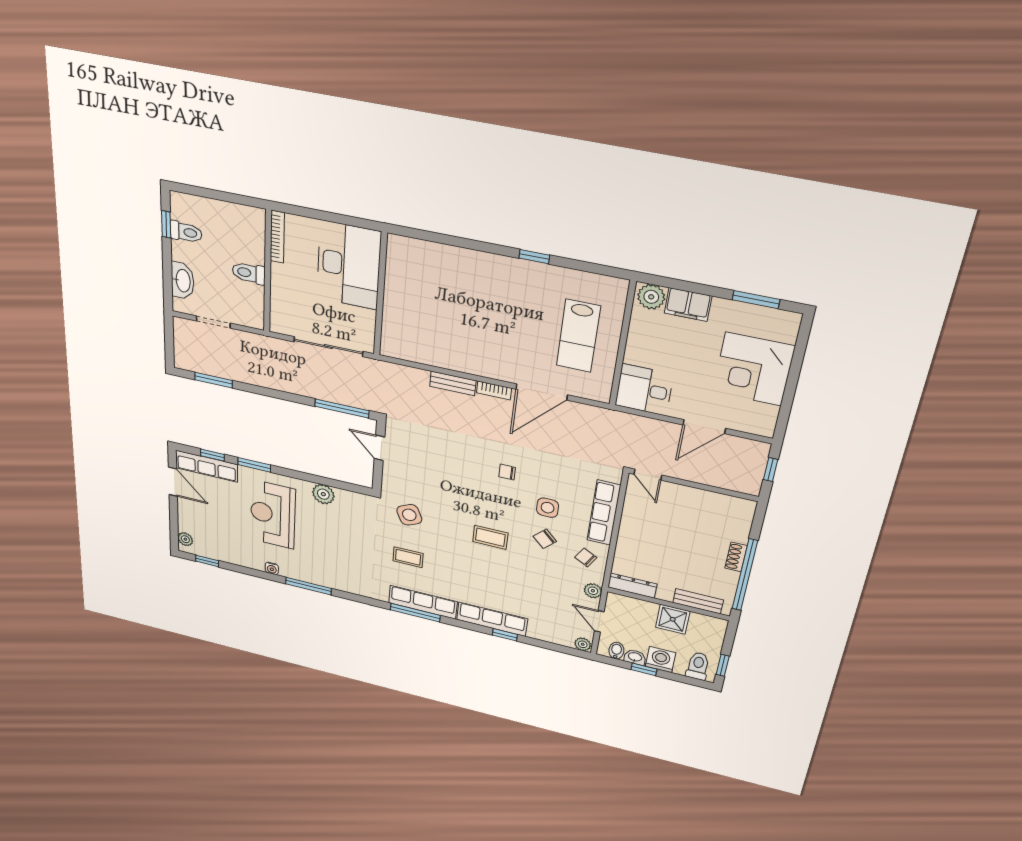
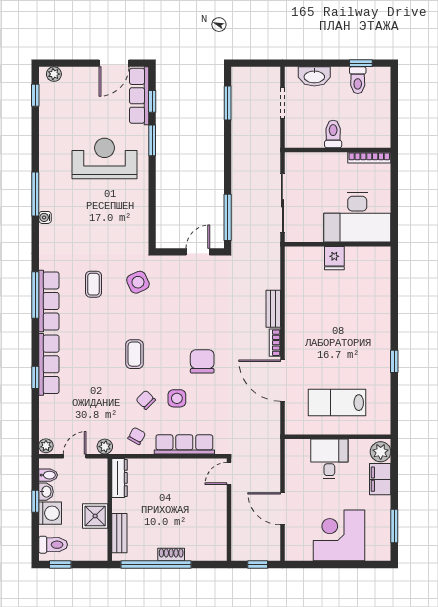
fridge: (397, 302) -> (334, 258), added
desk: (644, 390) -> (329, 459), moved
chair: (507, 472) -> (202, 361), width x1.87, depth x1.87
plant: (323, 494) -> (138, 204), removed
water cooler: (272, 568) -> (45, 217), moved

